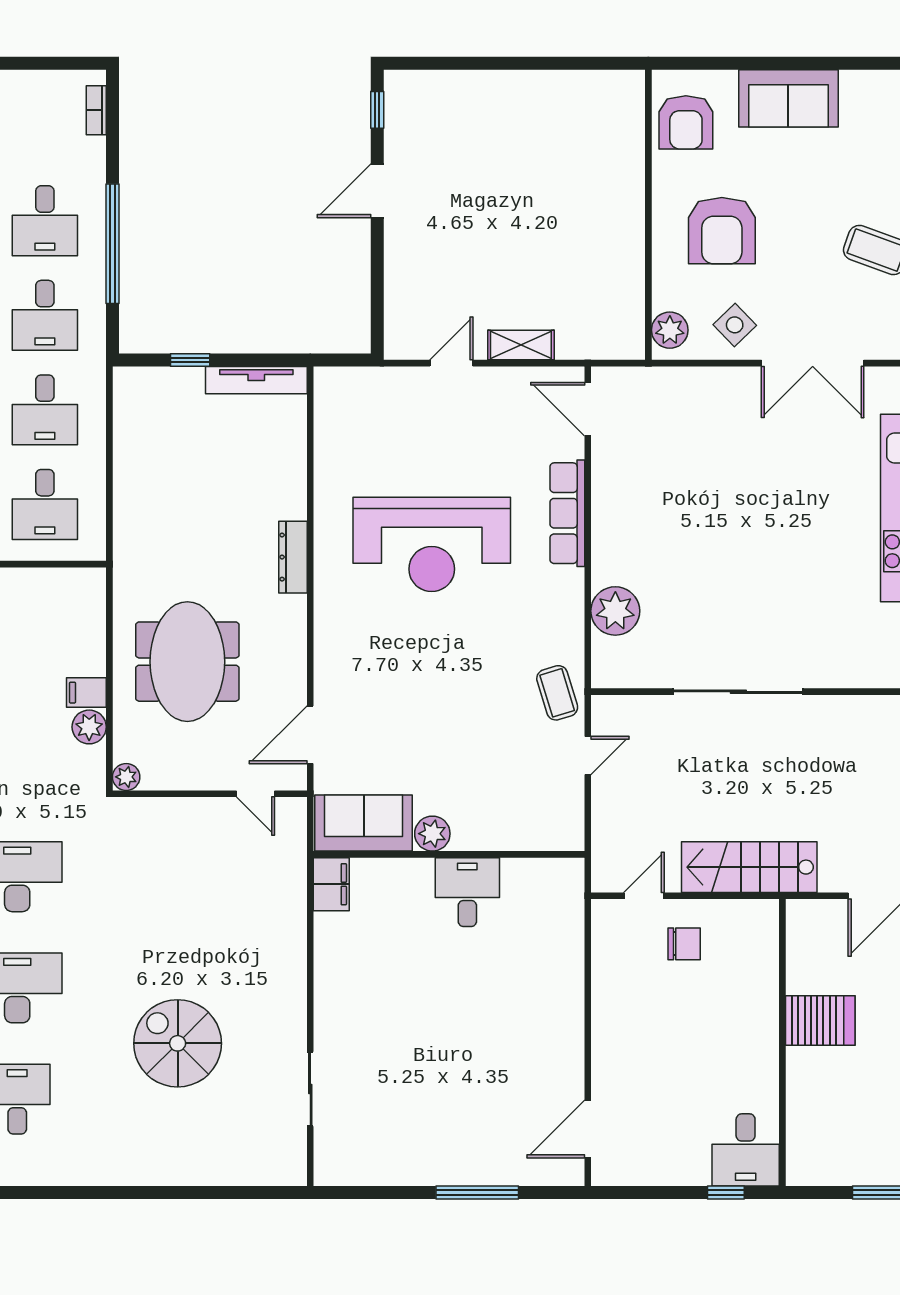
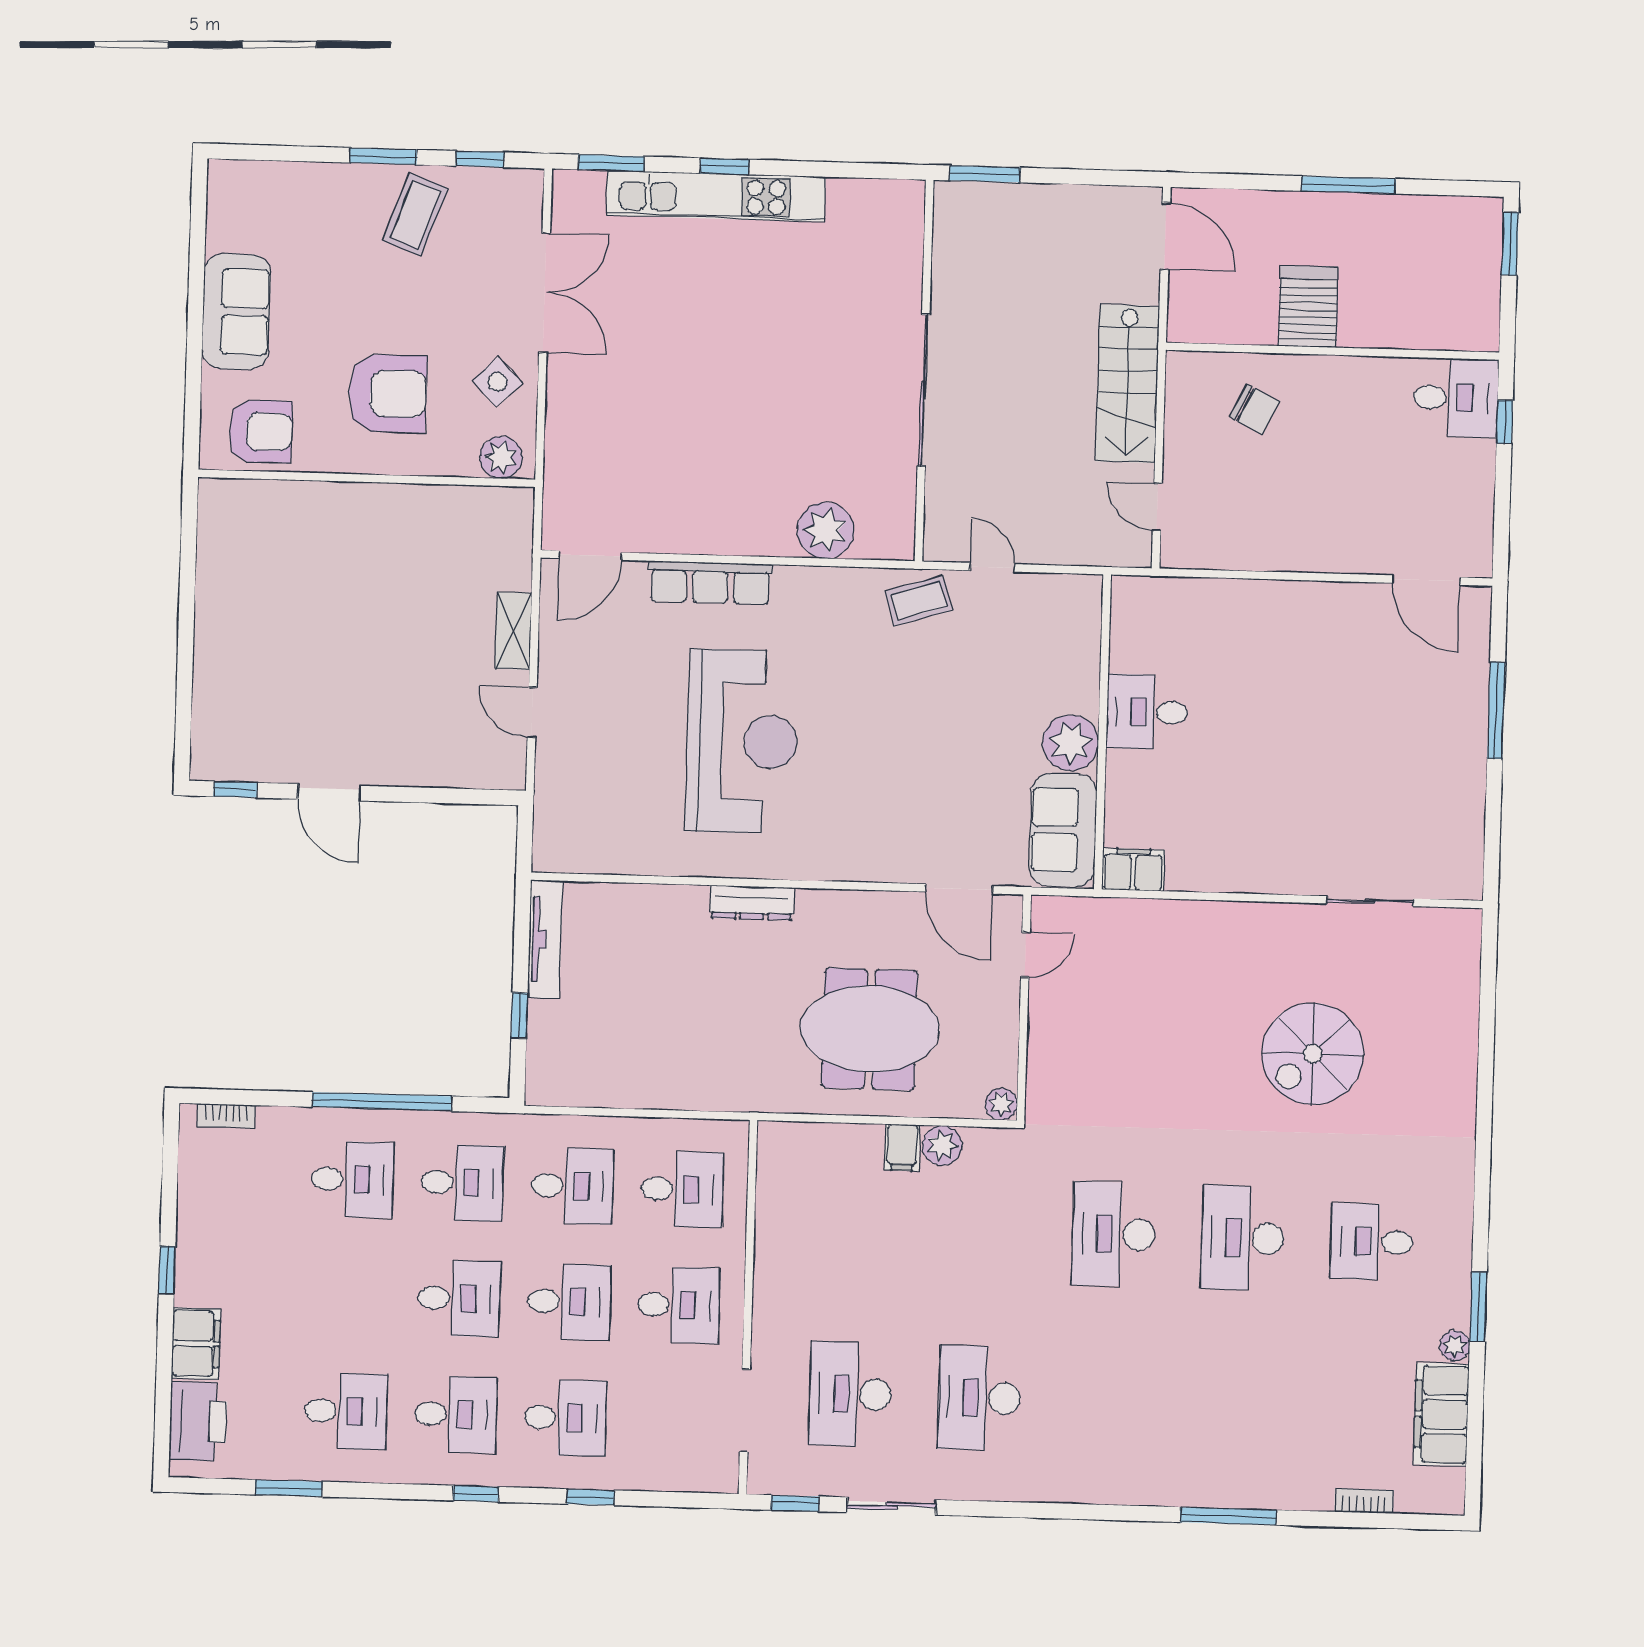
plant: (432, 834) -> (1071, 743), width x1.36, depth x1.36
chair: (684, 944) -> (1254, 409), moved, turned 116

